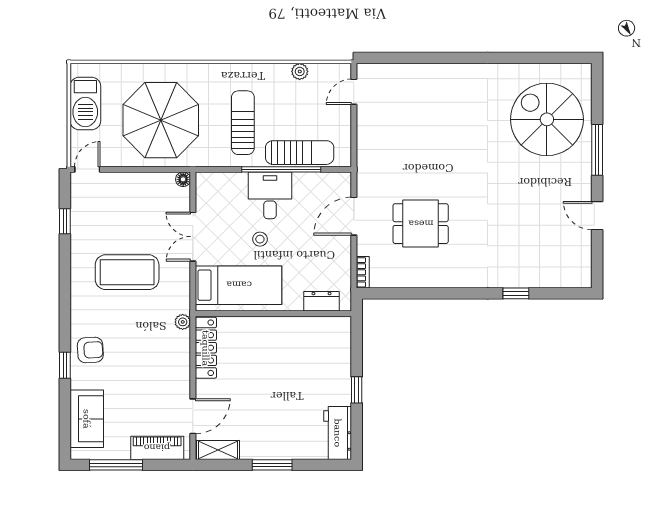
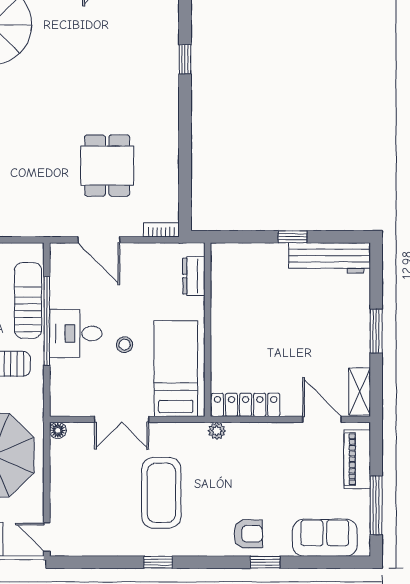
window: (65, 221) -> (158, 562), moved
armchair: (90, 350) -> (248, 534), turned 93
workbench: (338, 433) -> (330, 258), width x1.38

